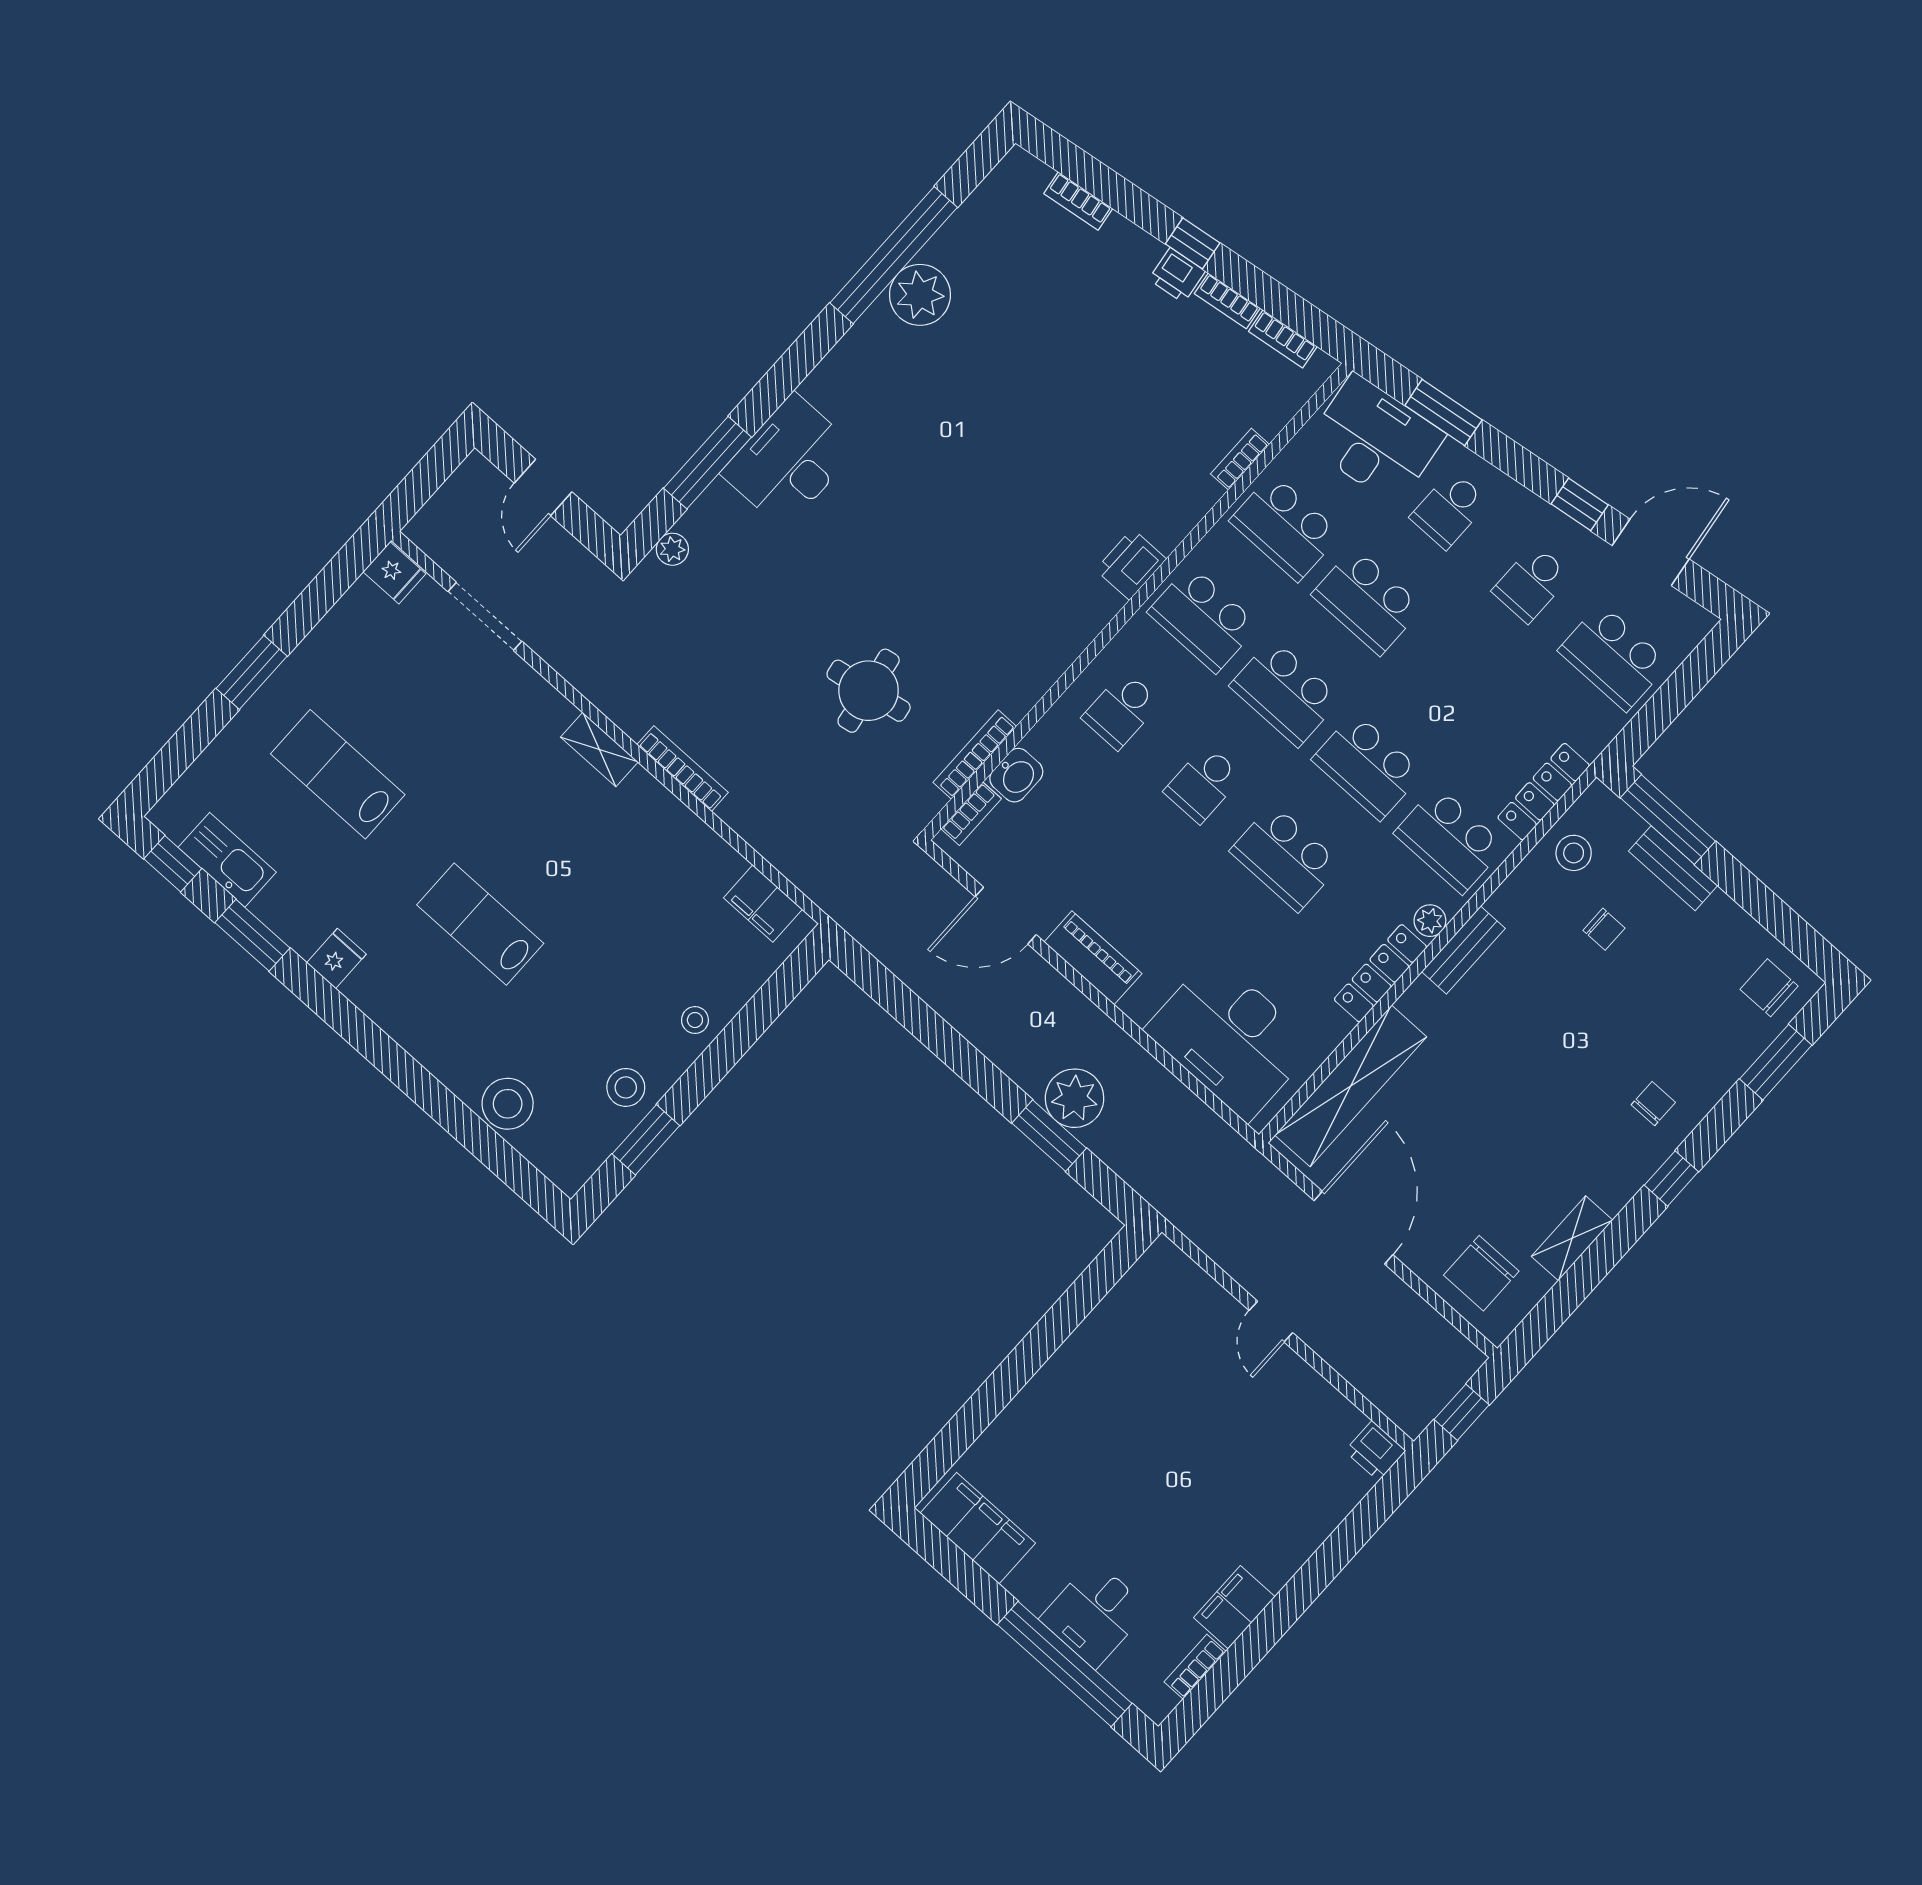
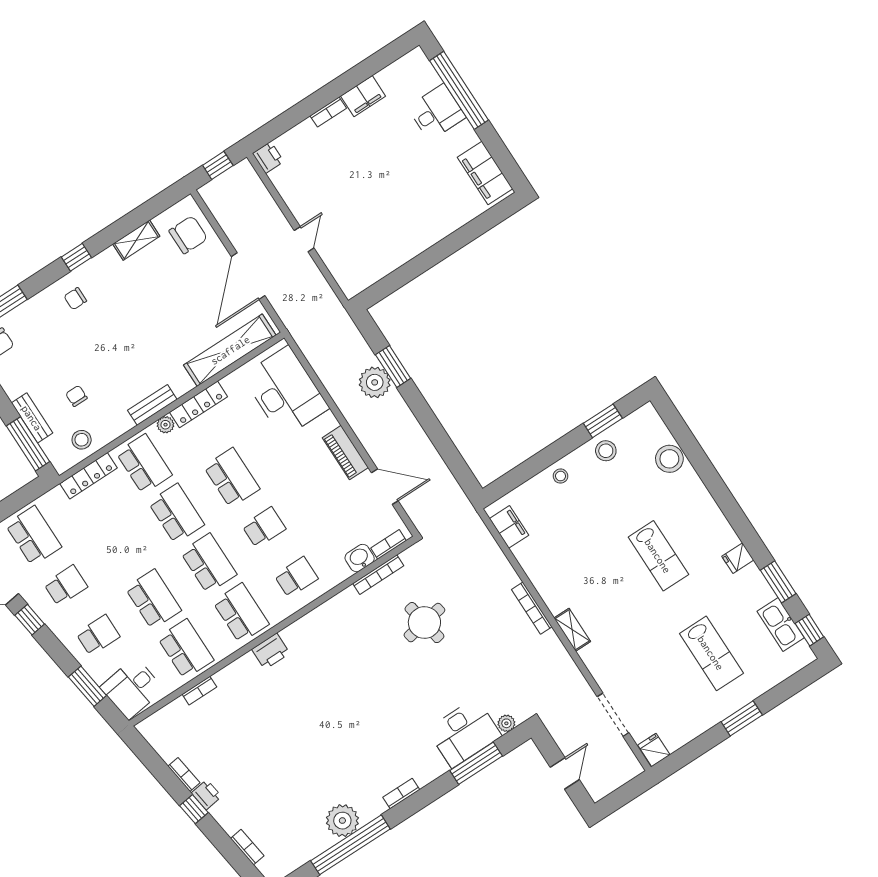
bookcase: (1283, 339) -> (401, 794), moved, turned -82
desk: (1375, 440) -> (132, 688), width x0.73
desk: (789, 461) -> (464, 733), moved
bookcase: (1195, 1667) -> (328, 112), moved

